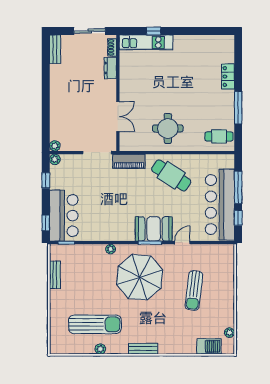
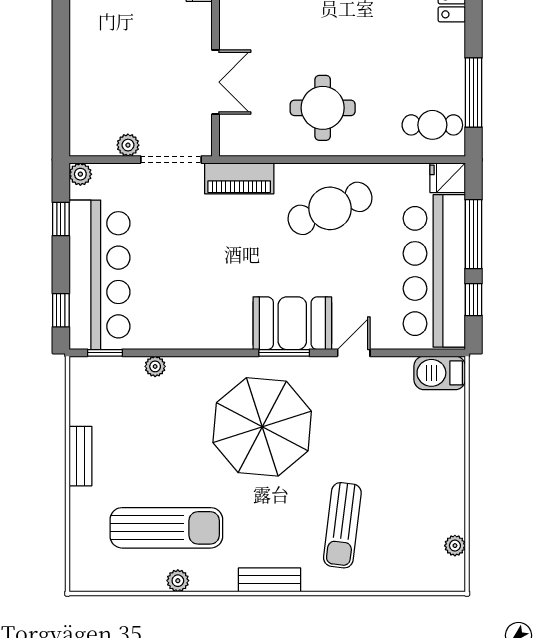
window: (238, 108) -> (474, 92), moved
plant: (55, 146) -> (128, 145), moved
fridge: (226, 161) -> (448, 178), added
cafe table: (171, 175) -> (330, 208), turned -55
bar counter: (64, 216) -> (100, 275), width x1.36
plant: (111, 249) -> (155, 366), moved
bench: (55, 275) -> (80, 456), moved
sun lounger: (194, 290) -> (342, 525), moved
barbecue: (209, 346) -> (440, 373), moved, turned 180

